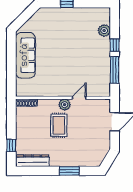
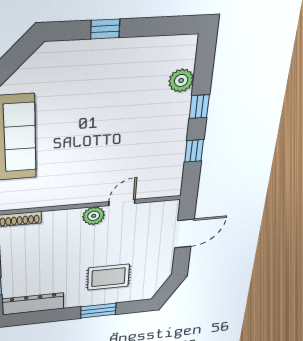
window: (115, 70) -> (194, 151), width x0.46
rug: (59, 125) -> (108, 277), moved, turned 90

